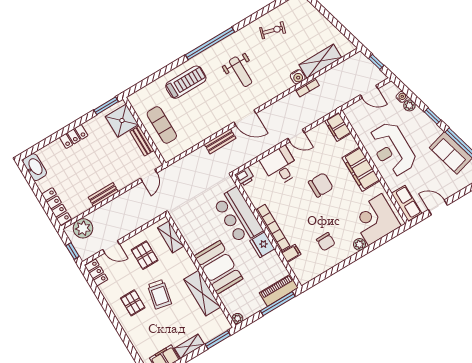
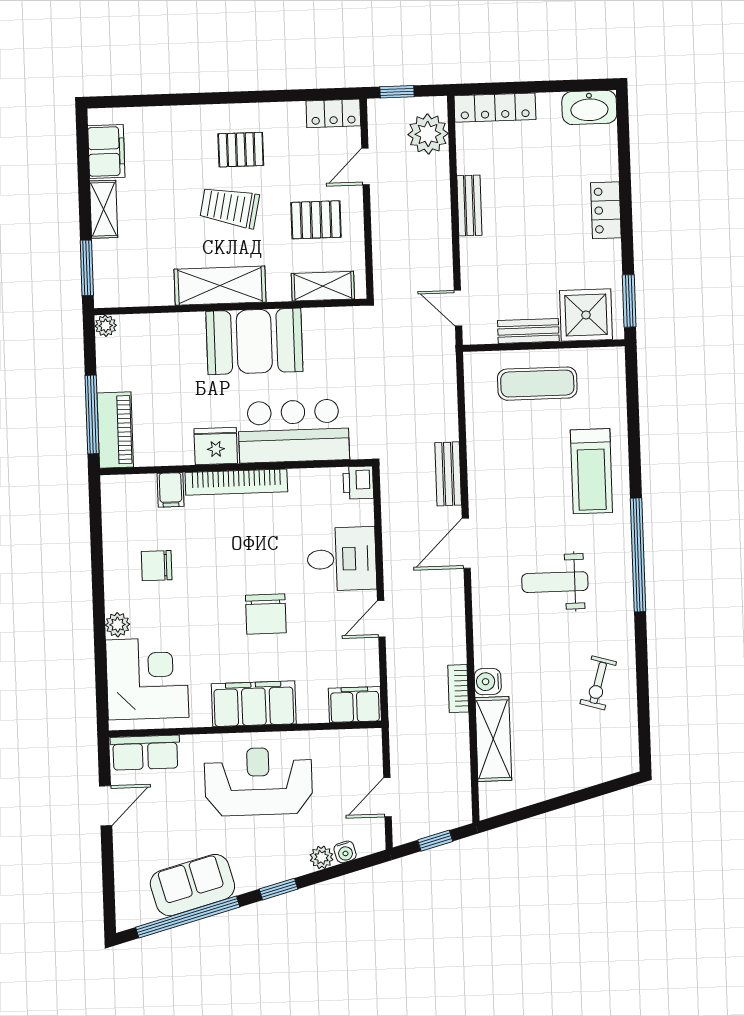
booth: (218, 267) -> (254, 341), moved
shelving: (202, 293) -> (220, 286), moved

